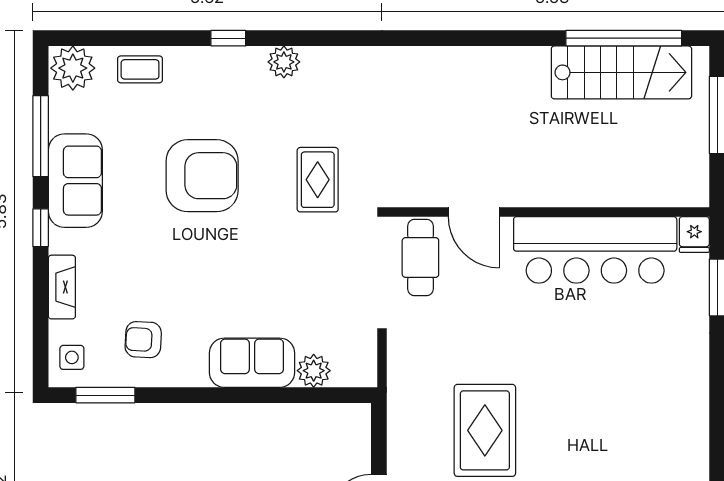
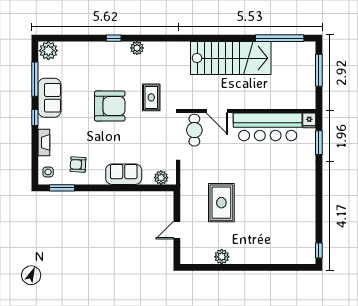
coffee table: (140, 69) -> (77, 51), removed
stairs: (621, 72) -> (231, 58), moved, width x1.36, depth x1.51
armchair: (202, 176) -> (110, 106), moved
plant: (314, 371) -> (161, 178), moved

